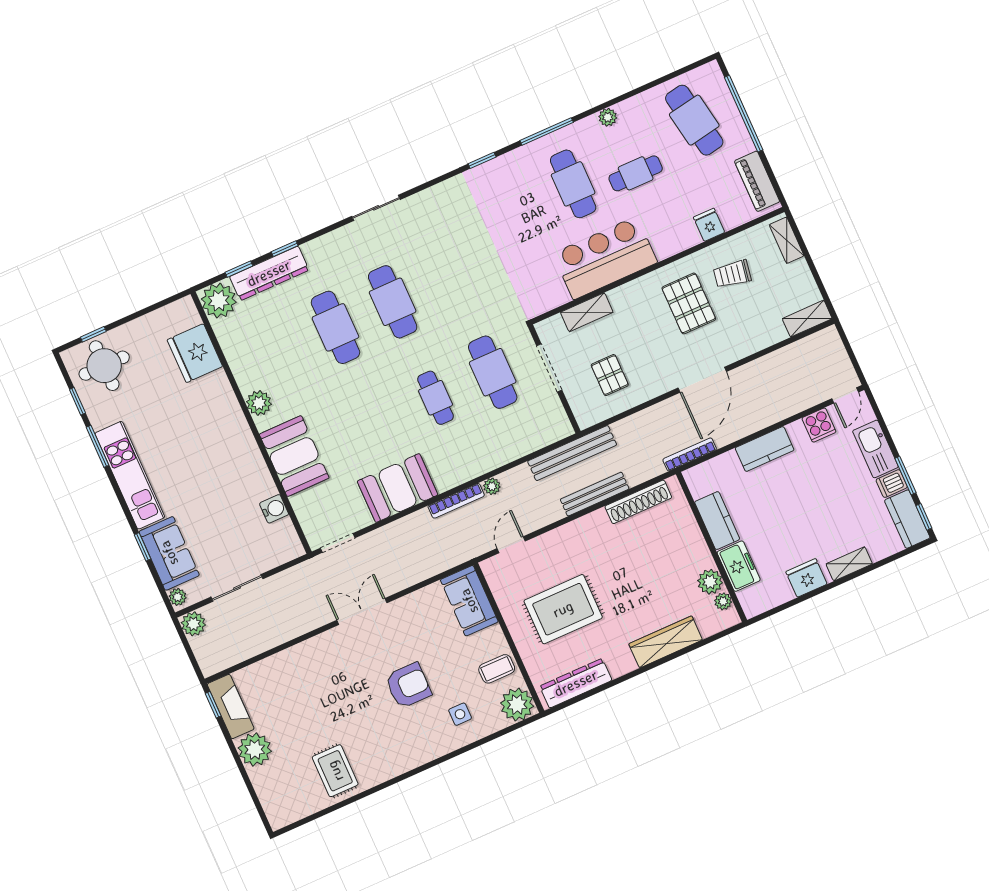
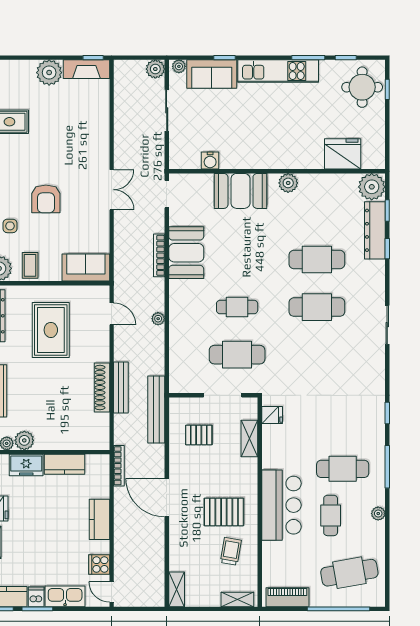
fridge: (709, 225) -> (272, 415), moved
bar counter: (605, 258) -> (281, 505), moved
bench: (572, 453) -> (156, 409), moved
bookcase: (456, 501) -> (159, 255), moved
shoe rack: (638, 502) -> (102, 388), moved

